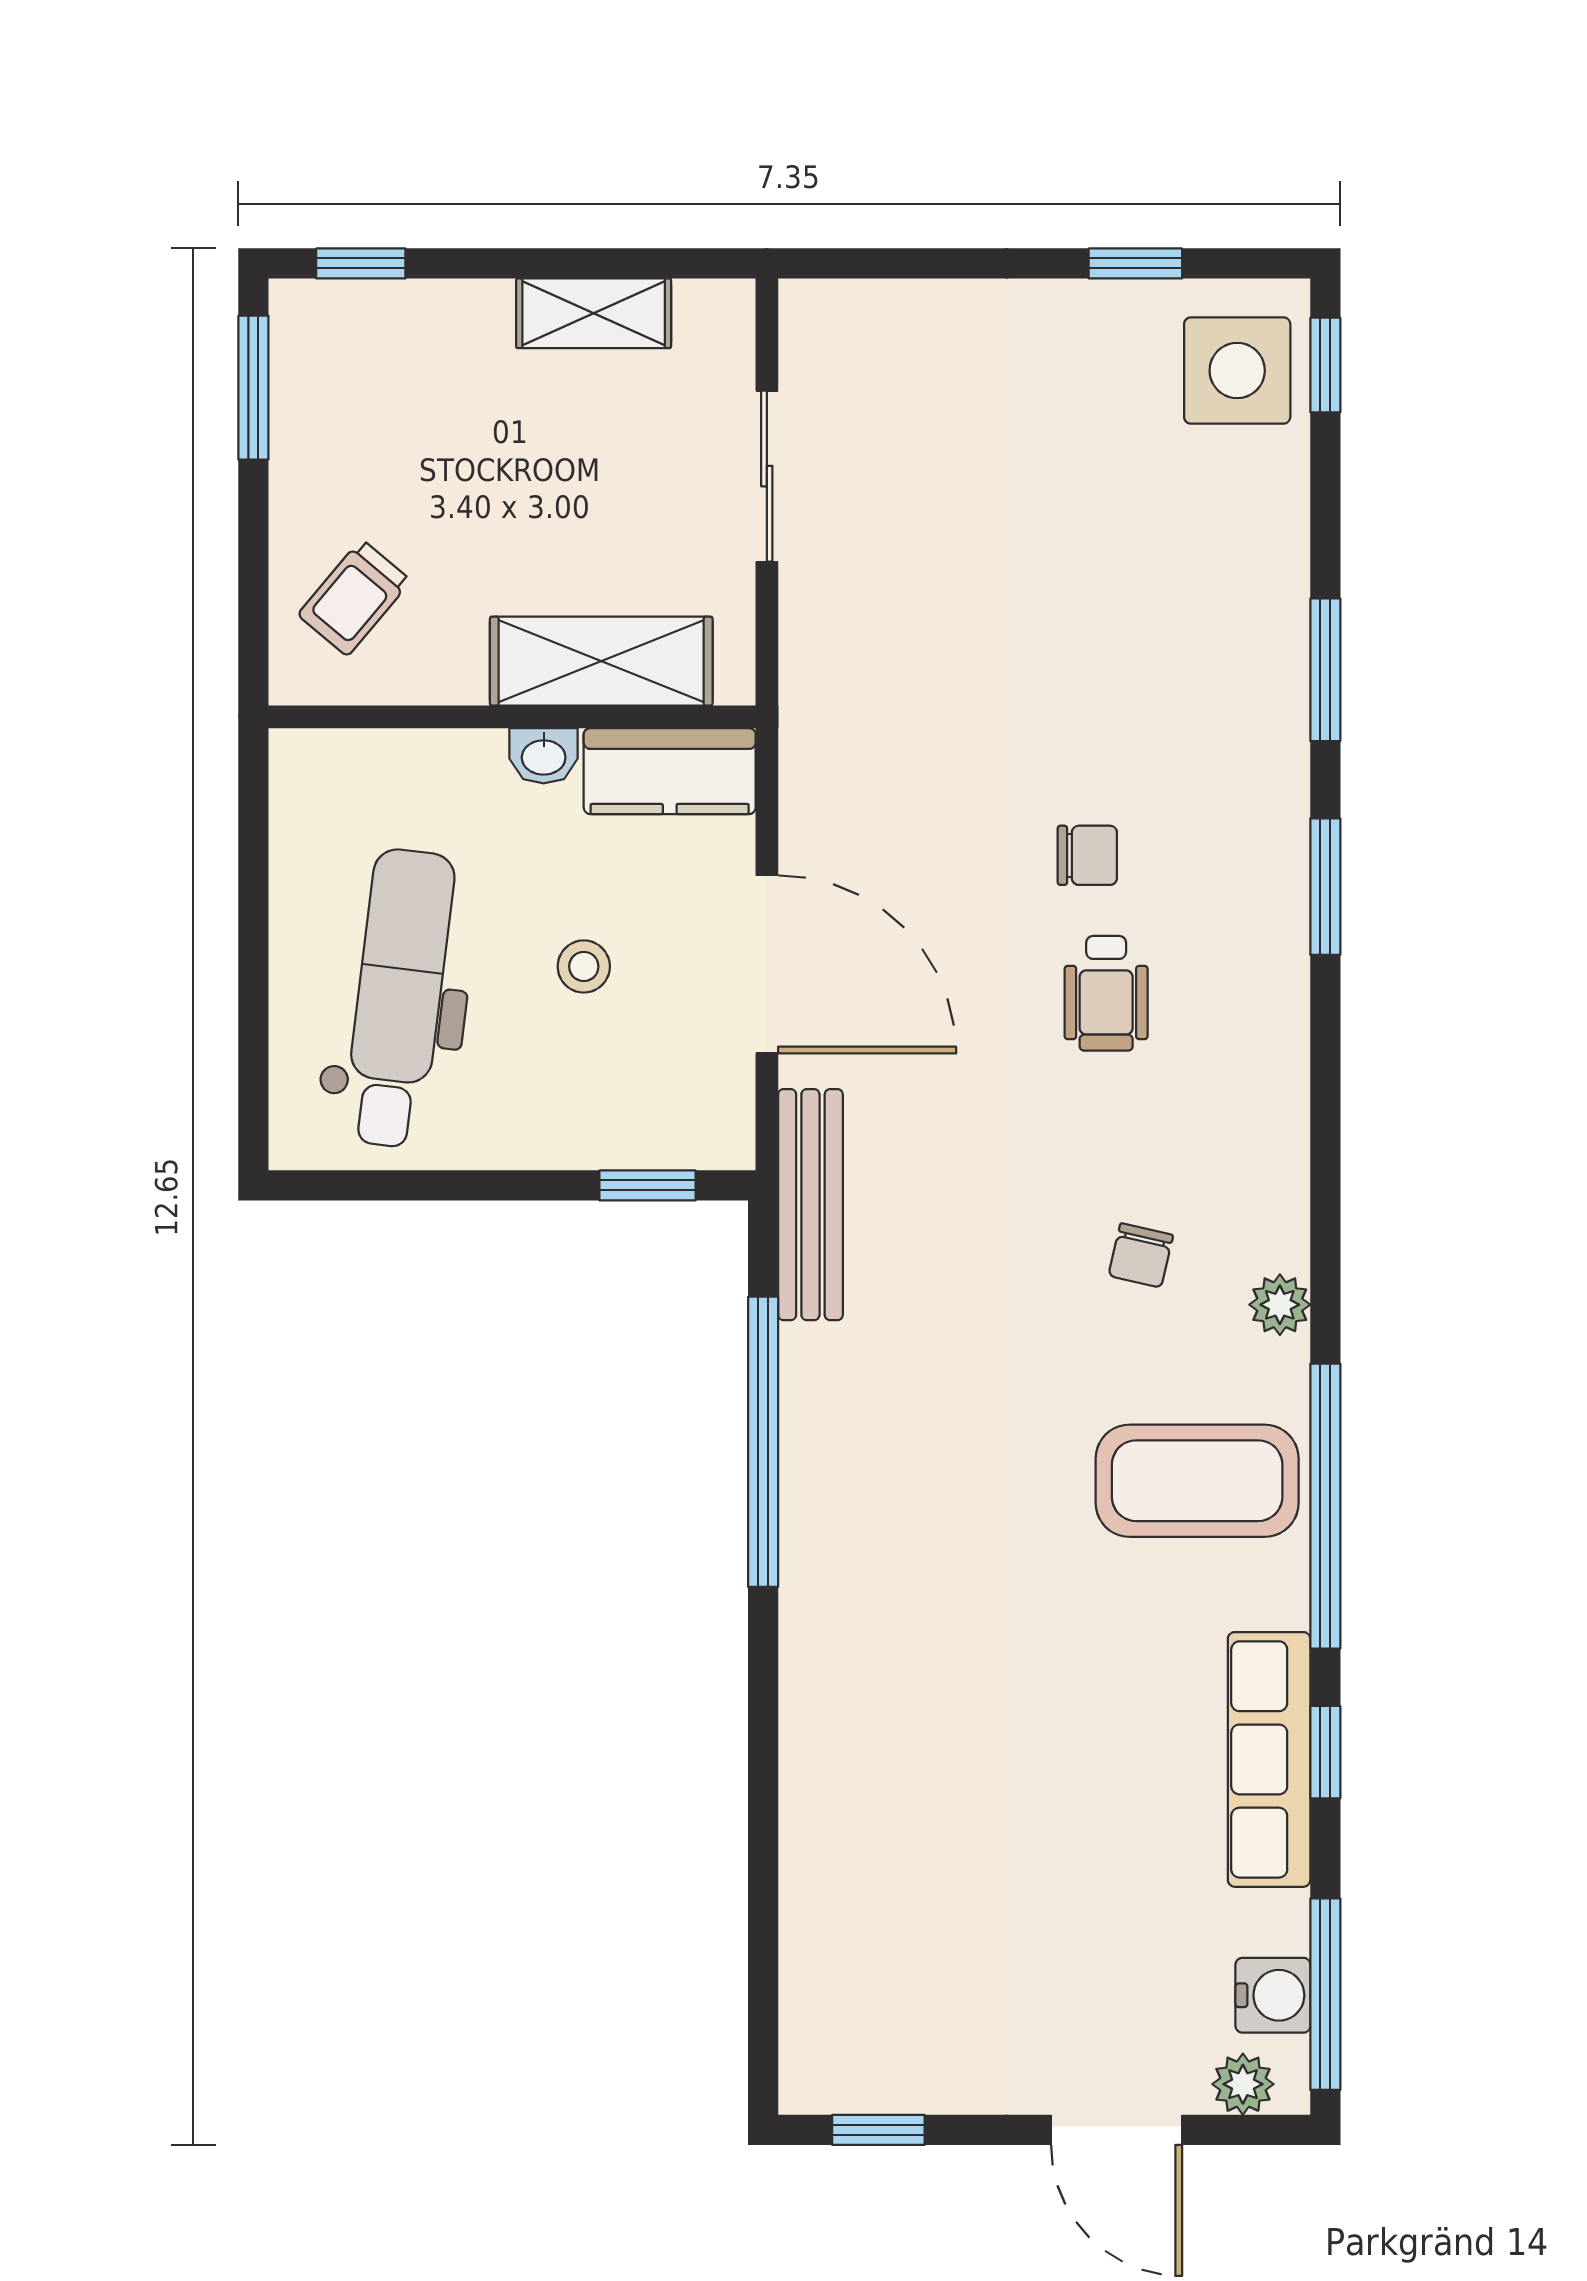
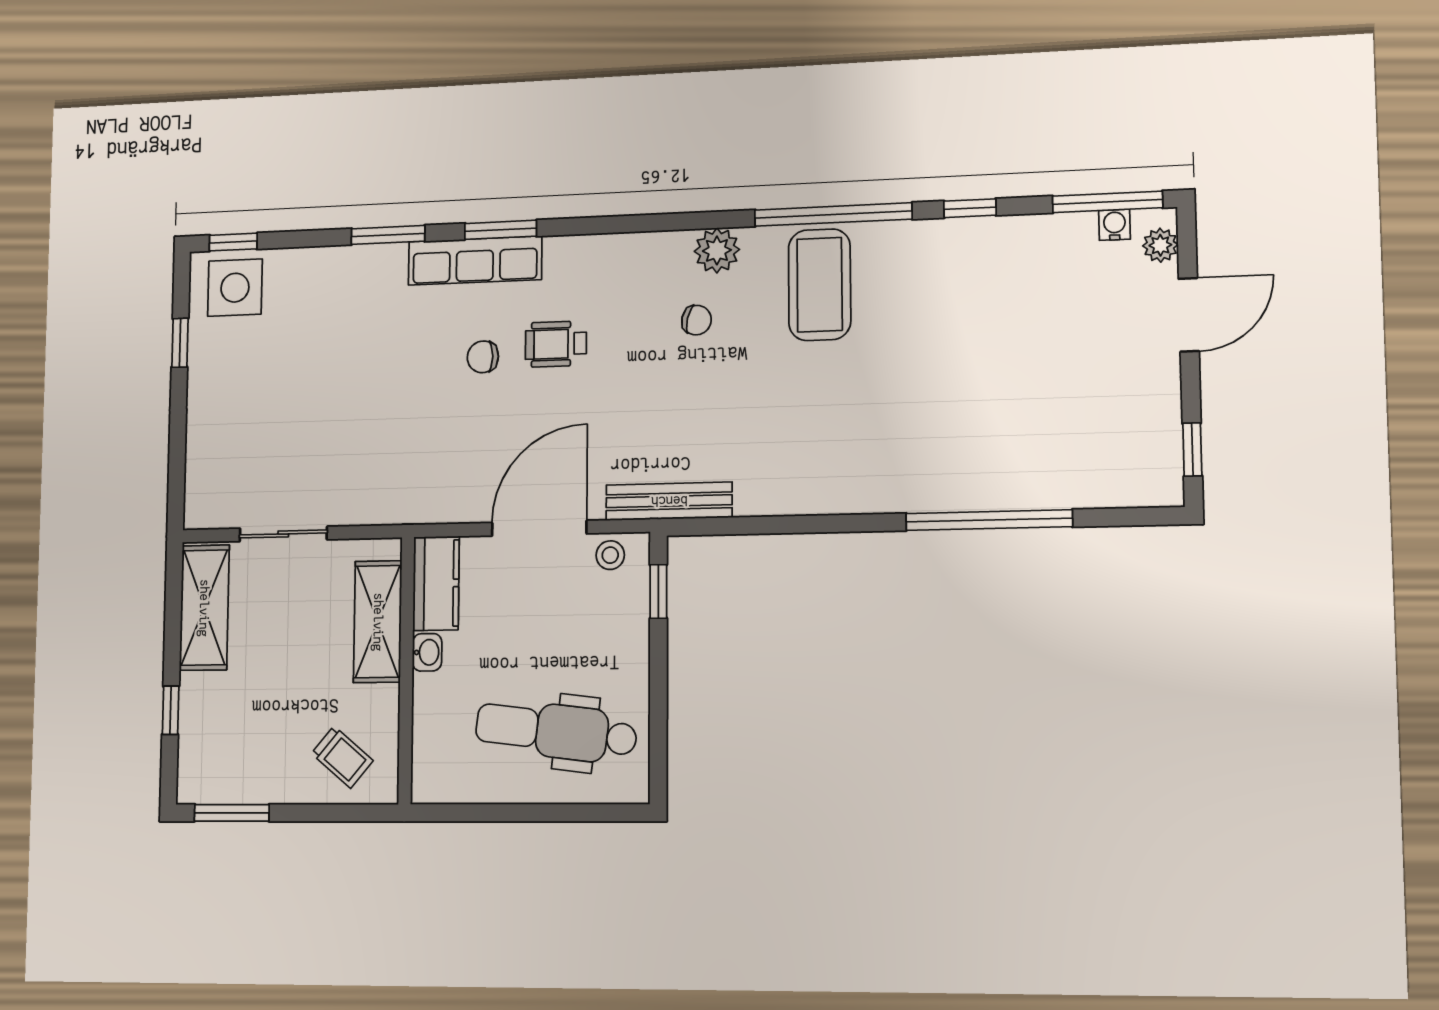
window: (361, 263) -> (171, 710), moved
shelving: (594, 313) -> (204, 608), width x1.50, depth x1.33
chair: (1087, 855) -> (483, 357), turned -90
stool: (584, 966) -> (610, 555), moved
wheelchair: (1106, 993) -> (556, 344), turned 180
plant: (1280, 1305) -> (717, 250), width x1.38, depth x1.38
window: (763, 1442) -> (989, 520), moved
row of seats: (1269, 1759) -> (475, 261), moved
water cooler: (1273, 1995) -> (1114, 225), width x0.72, depth x0.72

